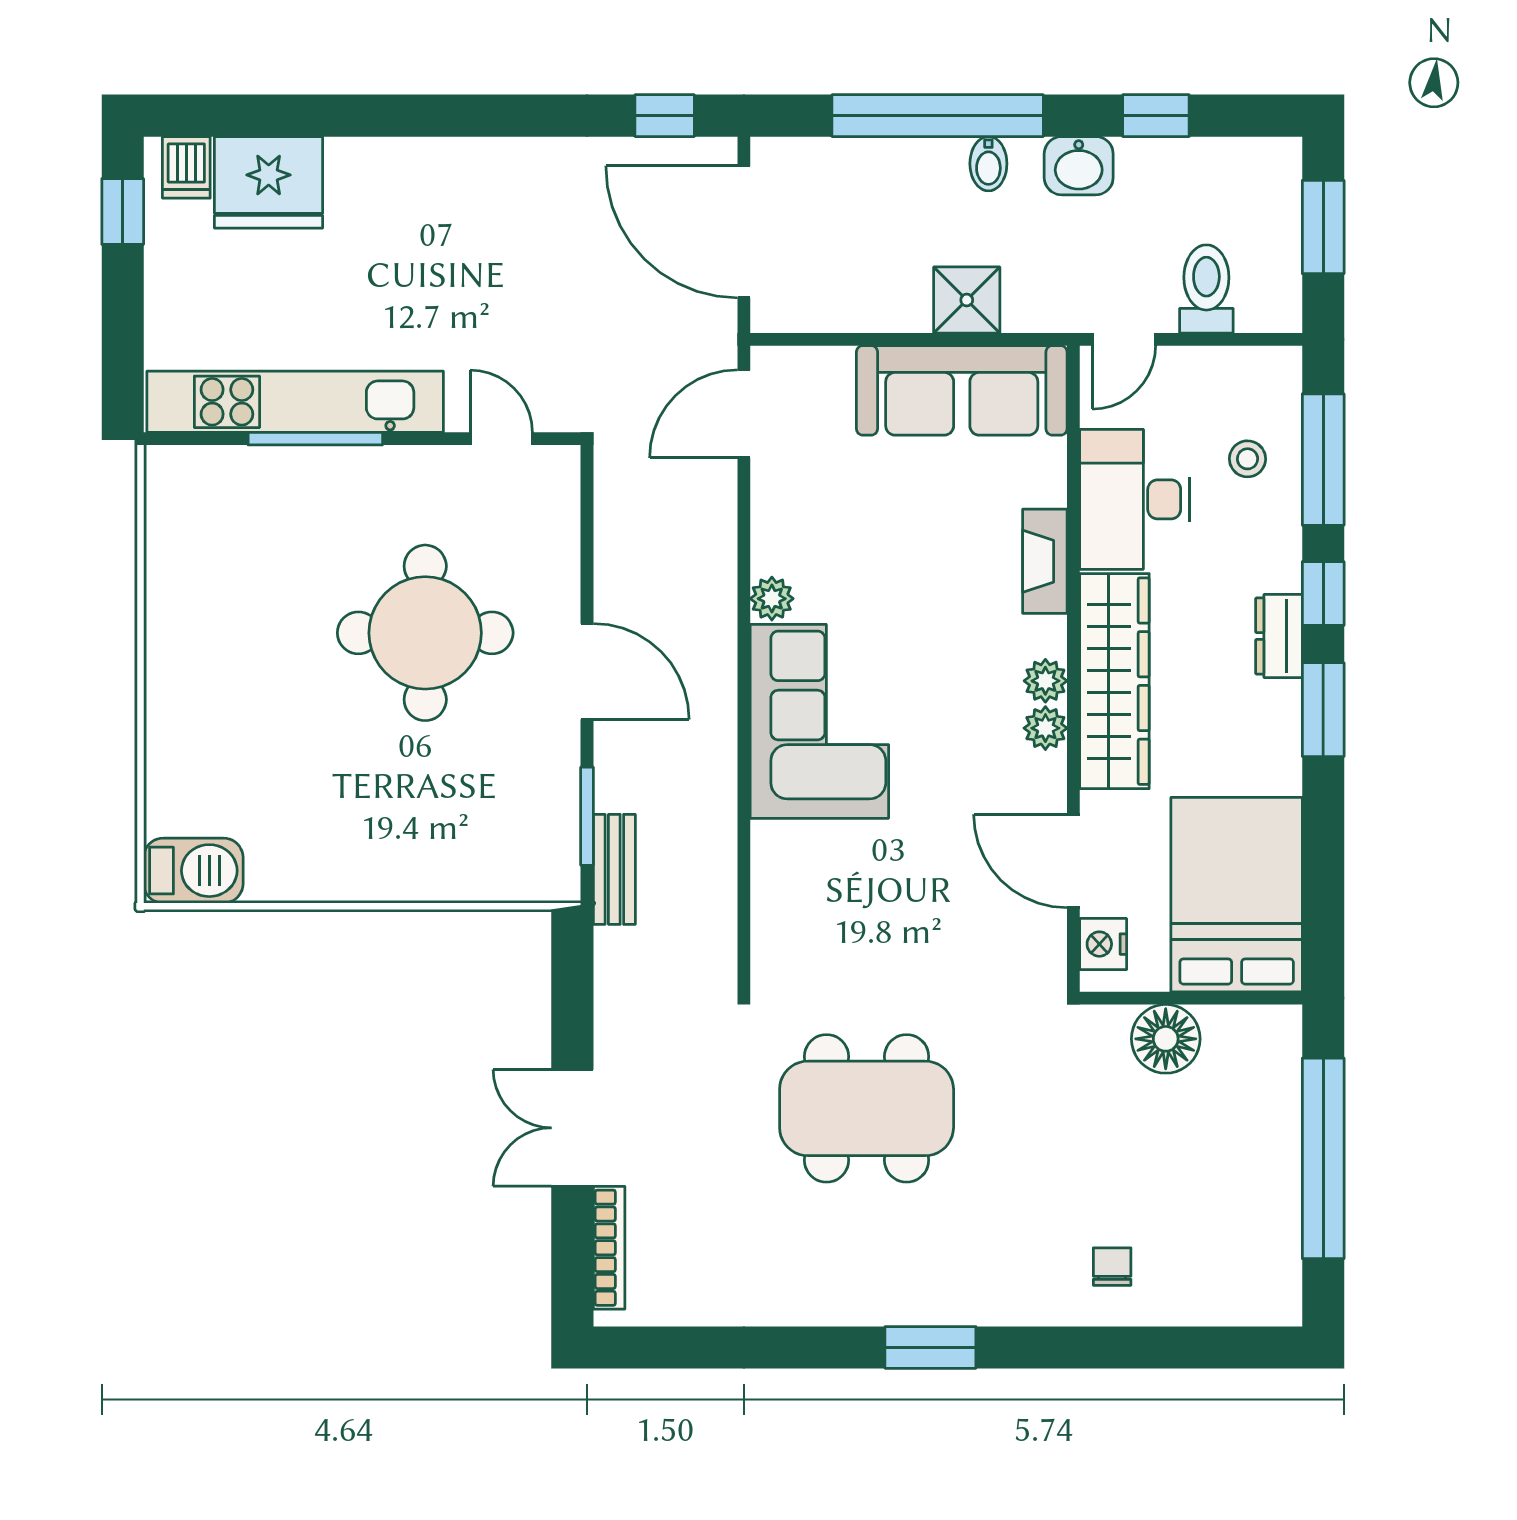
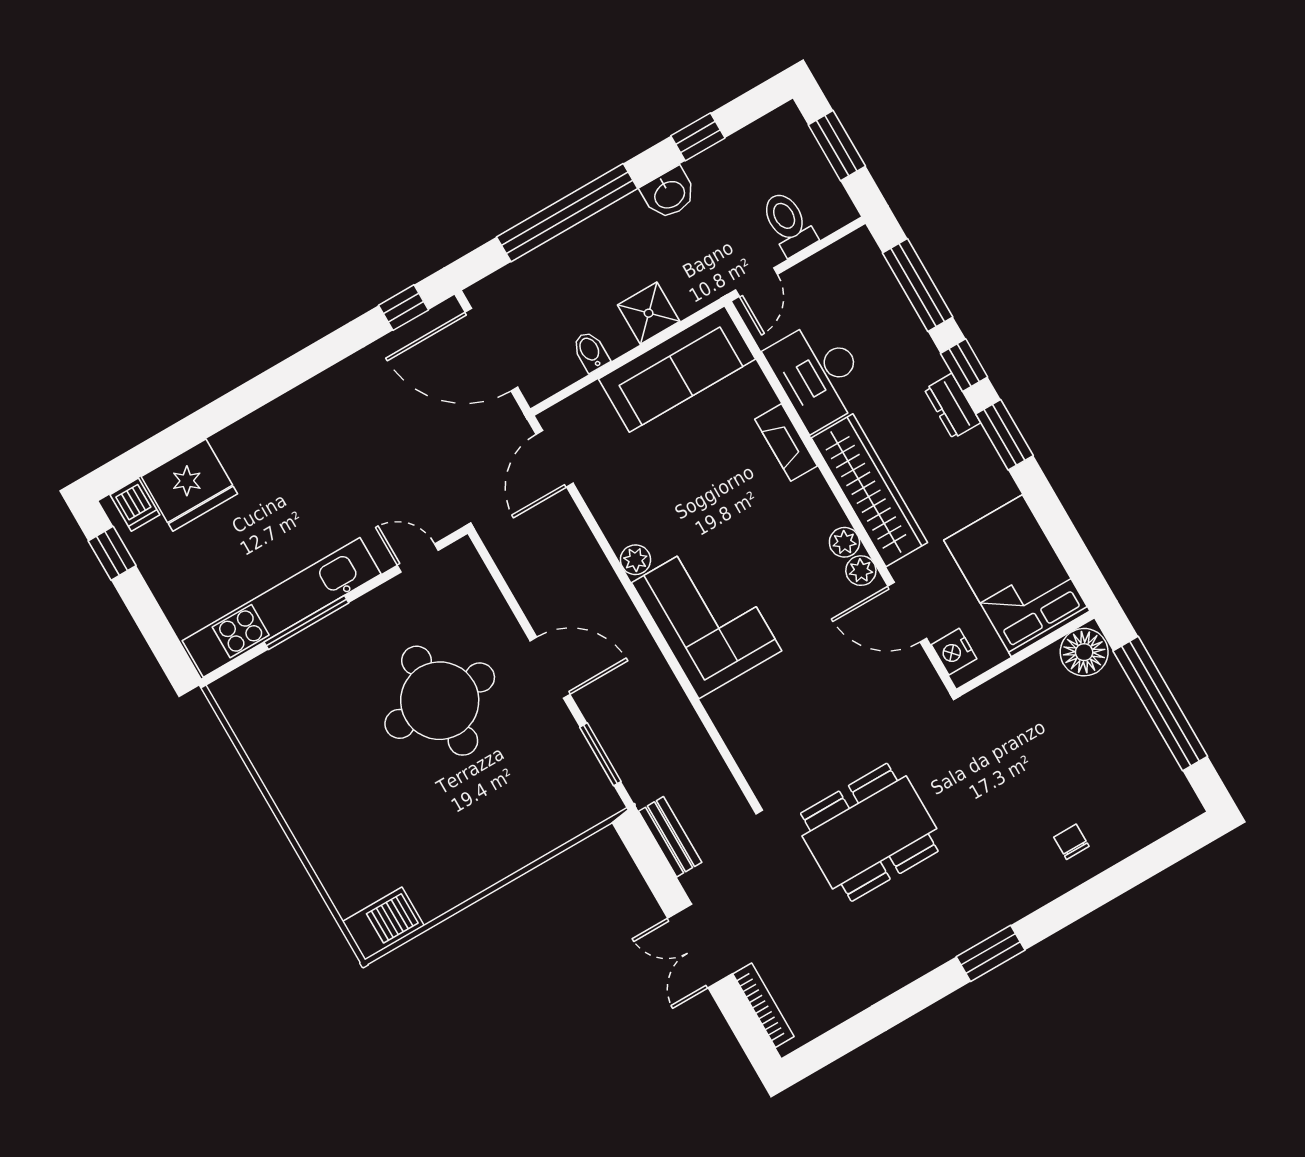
bidet: (988, 164) -> (591, 351), moved, turned 180
stool: (1248, 459) -> (872, 311), removed
plant: (1045, 681) -> (861, 571), moved
bench: (614, 869) -> (670, 837), moved
floor lamp: (1166, 1039) -> (1084, 652), moved

